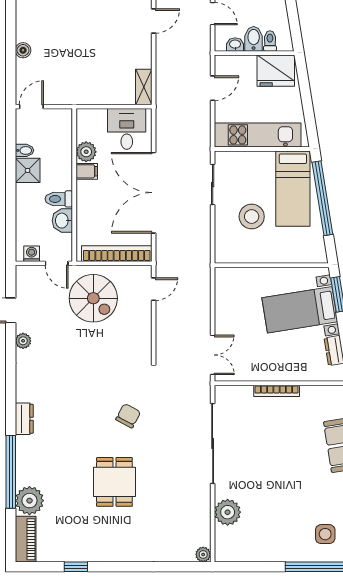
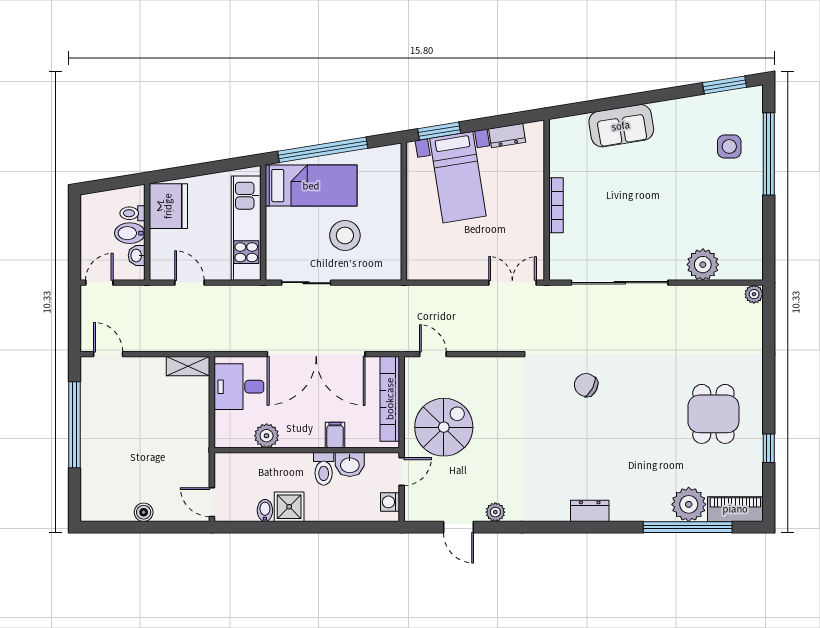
filing cabinet: (87, 171) -> (335, 435), moved
window: (11, 472) -> (688, 527), moved
dining table: (114, 482) -> (713, 414), moved, turned 90

